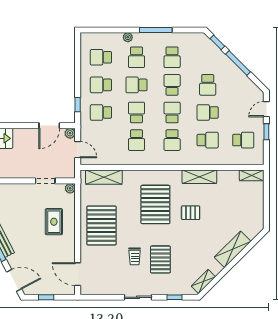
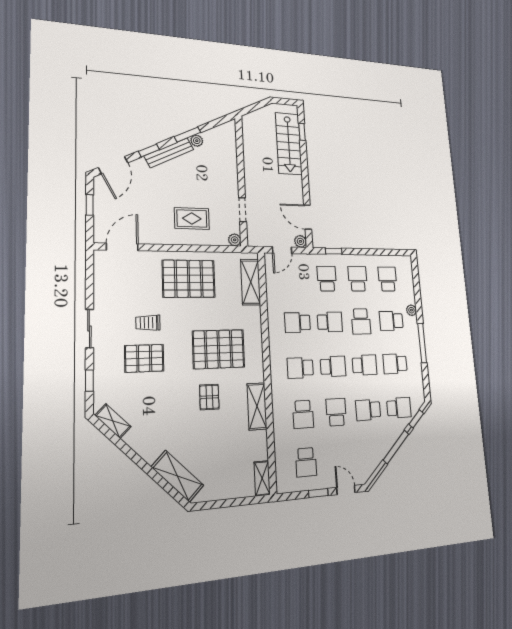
school desk: (208, 57) -> (399, 408), added
school desk: (136, 85) -> (361, 321), turned 180
shelving: (233, 249) -> (177, 476), moved

